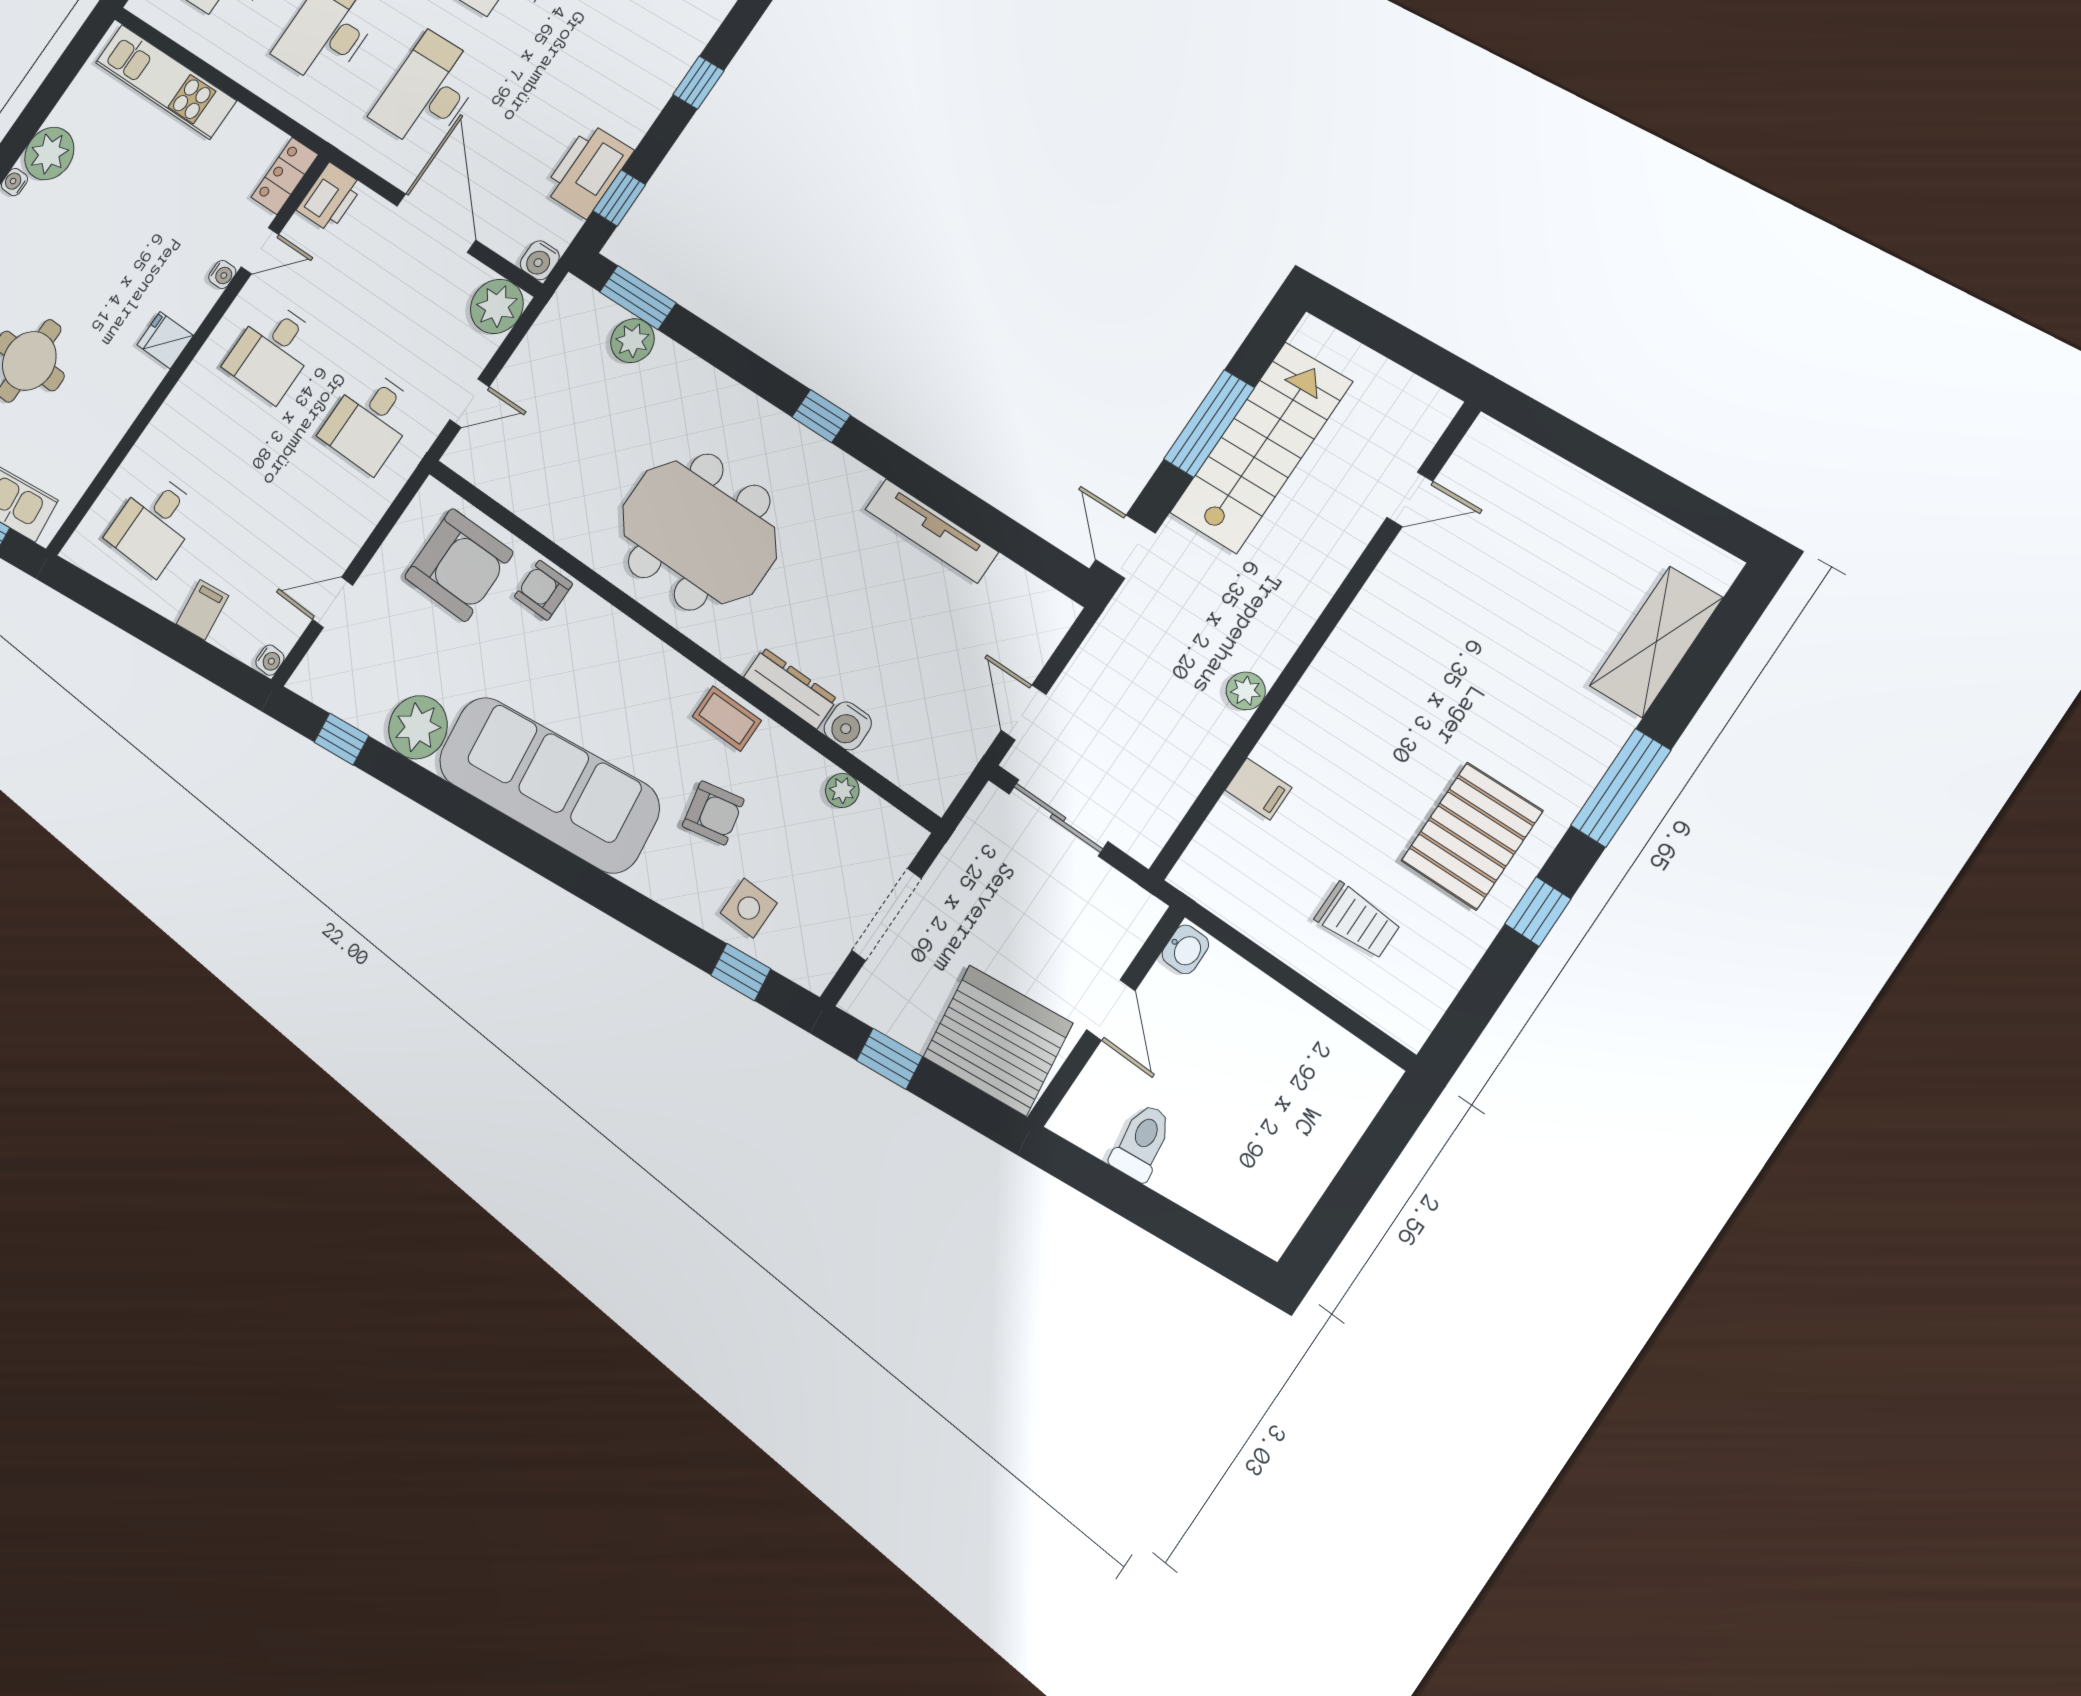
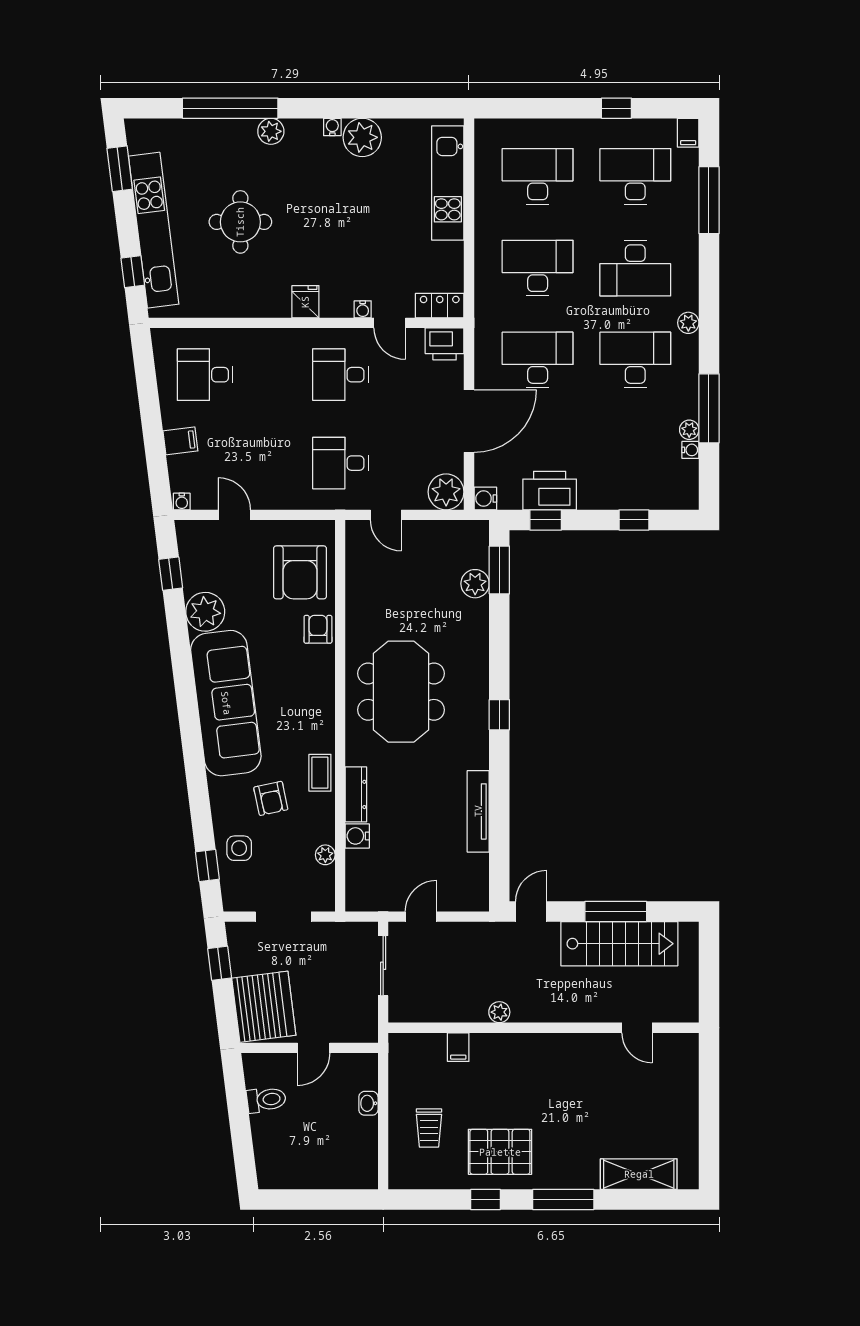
washbasin: (1185, 949) -> (368, 1103), moved, turned 90

